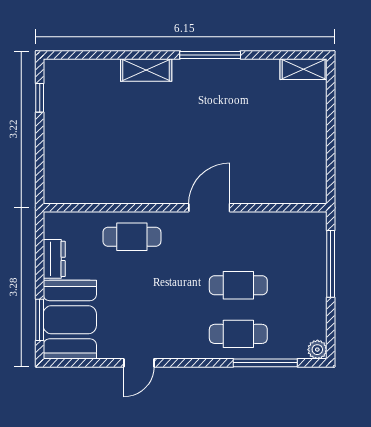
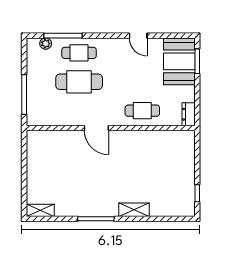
door: (209, 208) -> (96, 128), hinge flipped
dresser: (54, 259) -> (189, 114), moved
cafe table: (238, 285) -> (79, 82), width x1.37, depth x1.35
plant: (317, 350) -> (46, 44), moved
door: (139, 363) -> (138, 36), swing flipped

